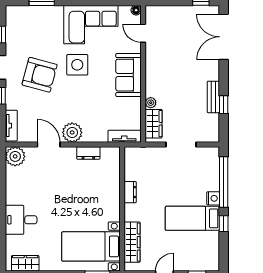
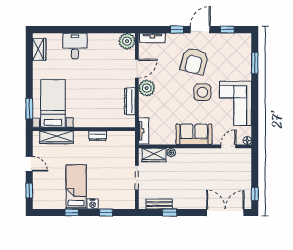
bench: (213, 97) -> (159, 204), moved
dresser: (88, 153) -> (130, 101), width x1.44
window: (224, 182) -> (106, 212), width x0.32

